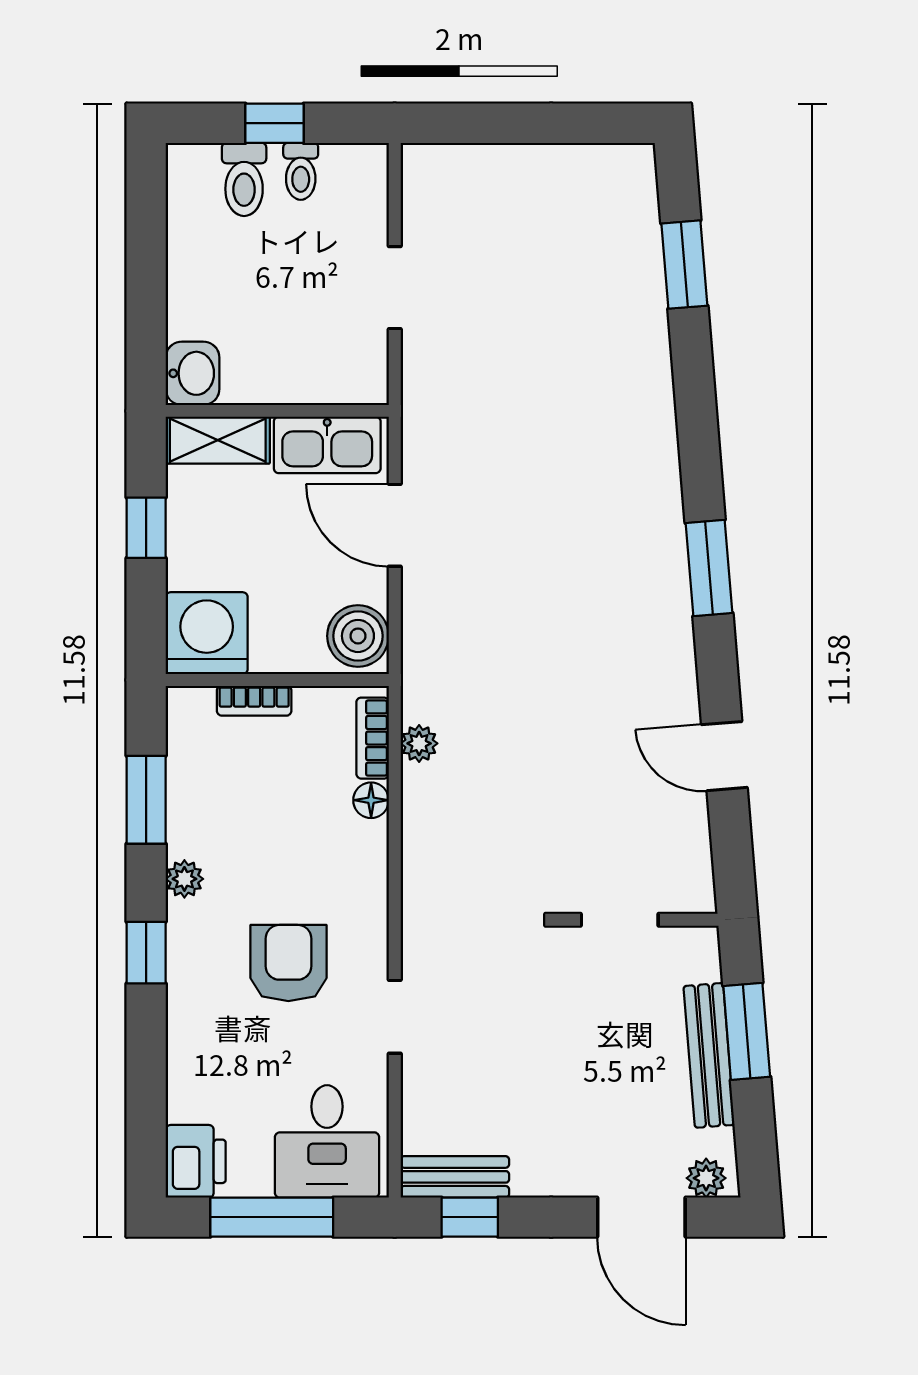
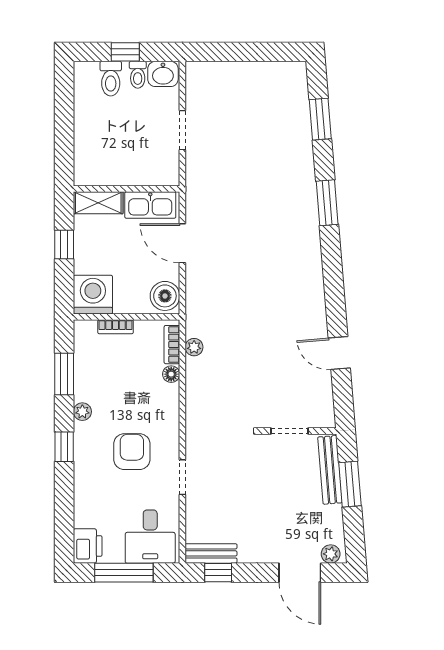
washbasin: (193, 373) -> (163, 74), moved, turned 90
window: (709, 568) -> (327, 203), moved
bench: (709, 1055) -> (330, 470), moved

